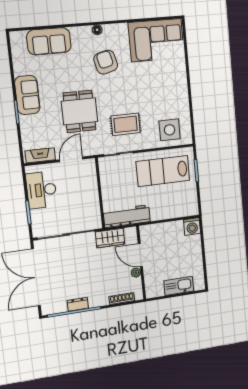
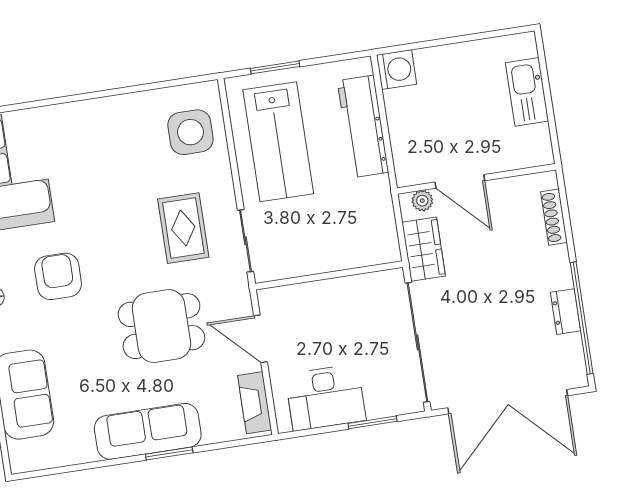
armchair: (106, 62) -> (58, 276), turned 104
sofa: (27, 95) -> (148, 431), width x1.36
workbench: (127, 216) -> (363, 126), moved
door: (140, 255) -> (460, 181), hinge flipped
plant: (136, 273) -> (422, 201), moved

